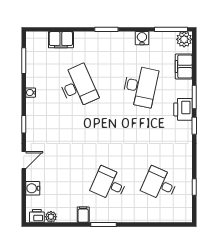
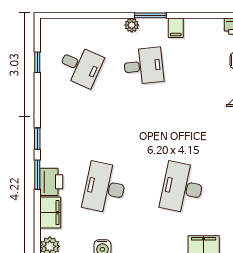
desk: (78, 86) -> (182, 188), turned 36
printer: (183, 109) -> (51, 182), moved
desk: (109, 184) -> (144, 66), turned -30
plant: (51, 217) -> (132, 25), moved

